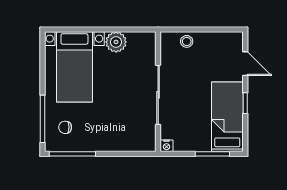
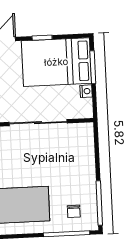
bed: (227, 117) -> (56, 62), width x1.50
nightstand: (166, 146) -> (86, 91), moved

